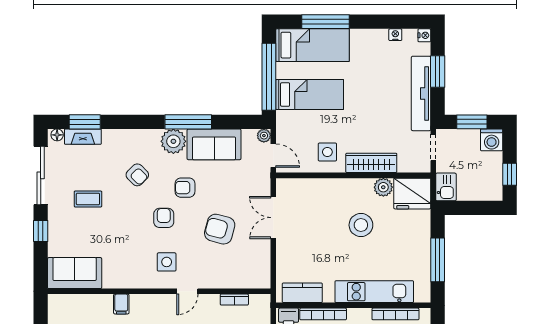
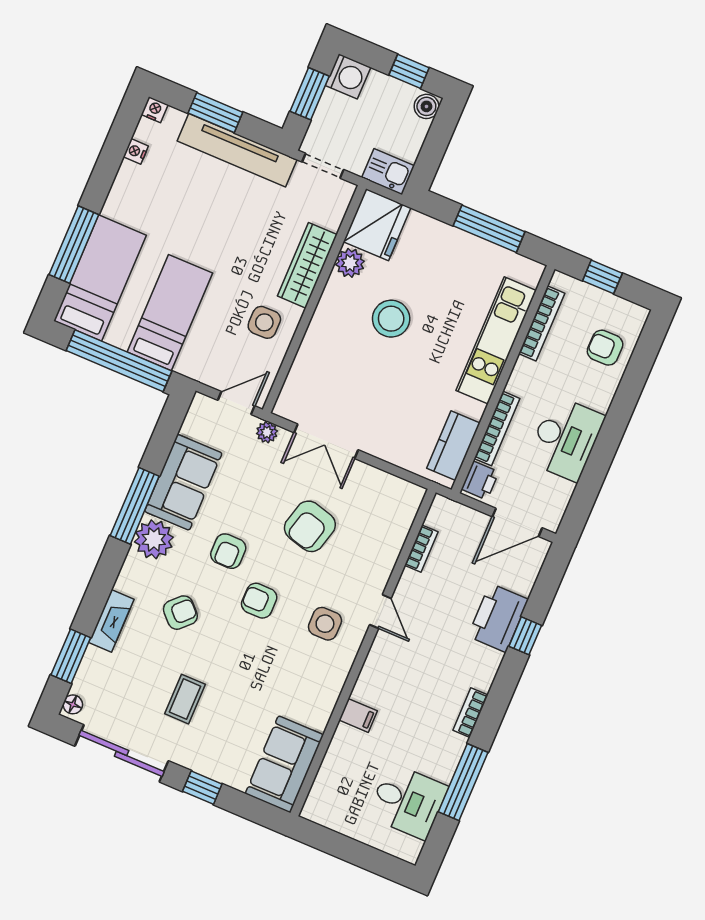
plant: (264, 136) -> (267, 432), moved
fireplace: (83, 137) -> (111, 621), moved
boiler: (493, 193) -> (426, 106), added

